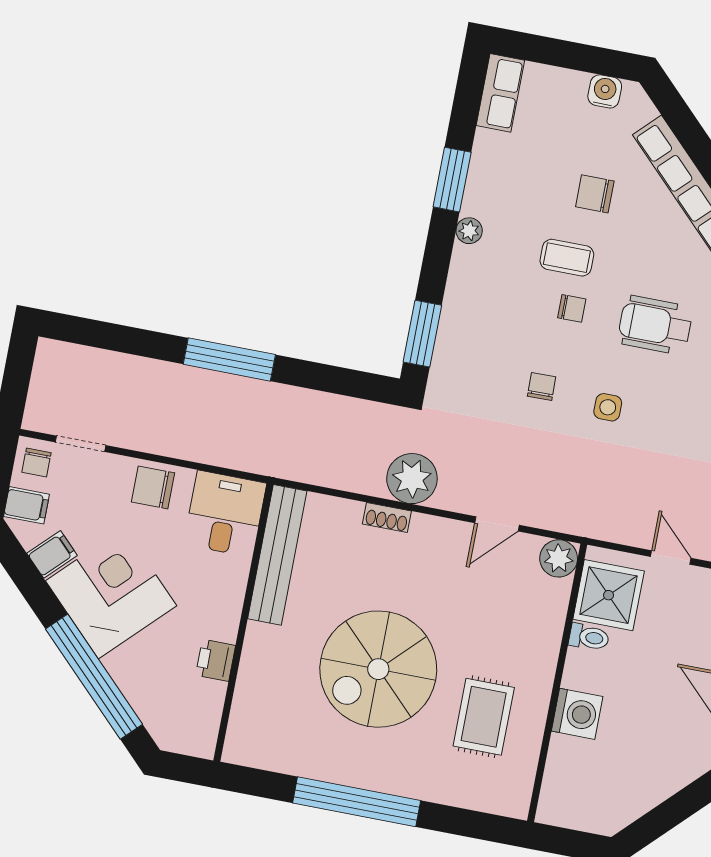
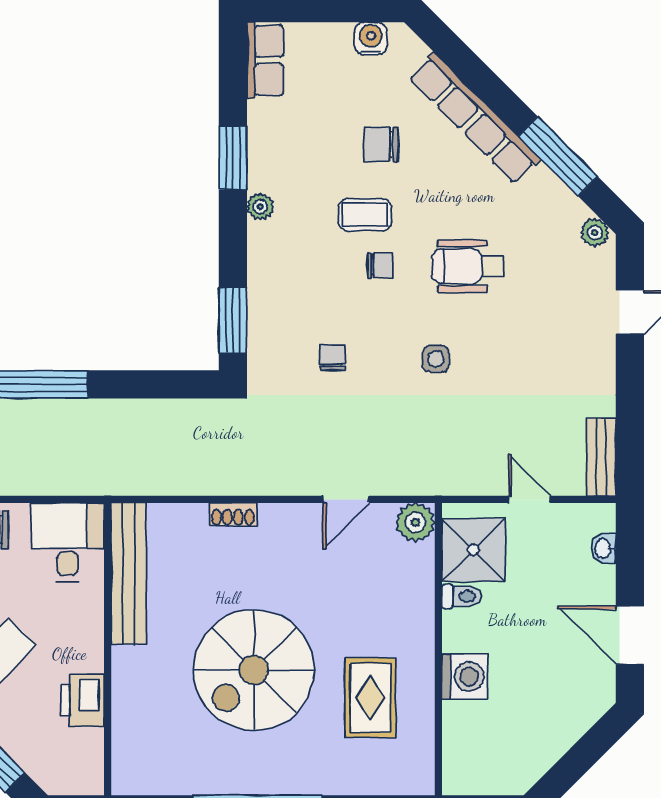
chair: (542, 387) -> (333, 358), moved
plant: (412, 479) -> (251, 470), removed
printer: (216, 660) -> (82, 700), width x1.36, depth x1.24

